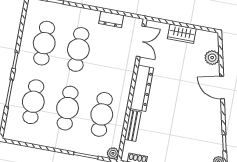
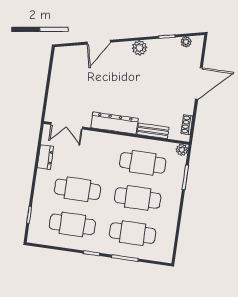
wardrobe: (182, 34) -> (57, 85), removed
double door: (141, 41) -> (67, 126), swing flipped
plant: (212, 58) -> (139, 48), moved
door: (222, 88) -> (99, 42), moved

